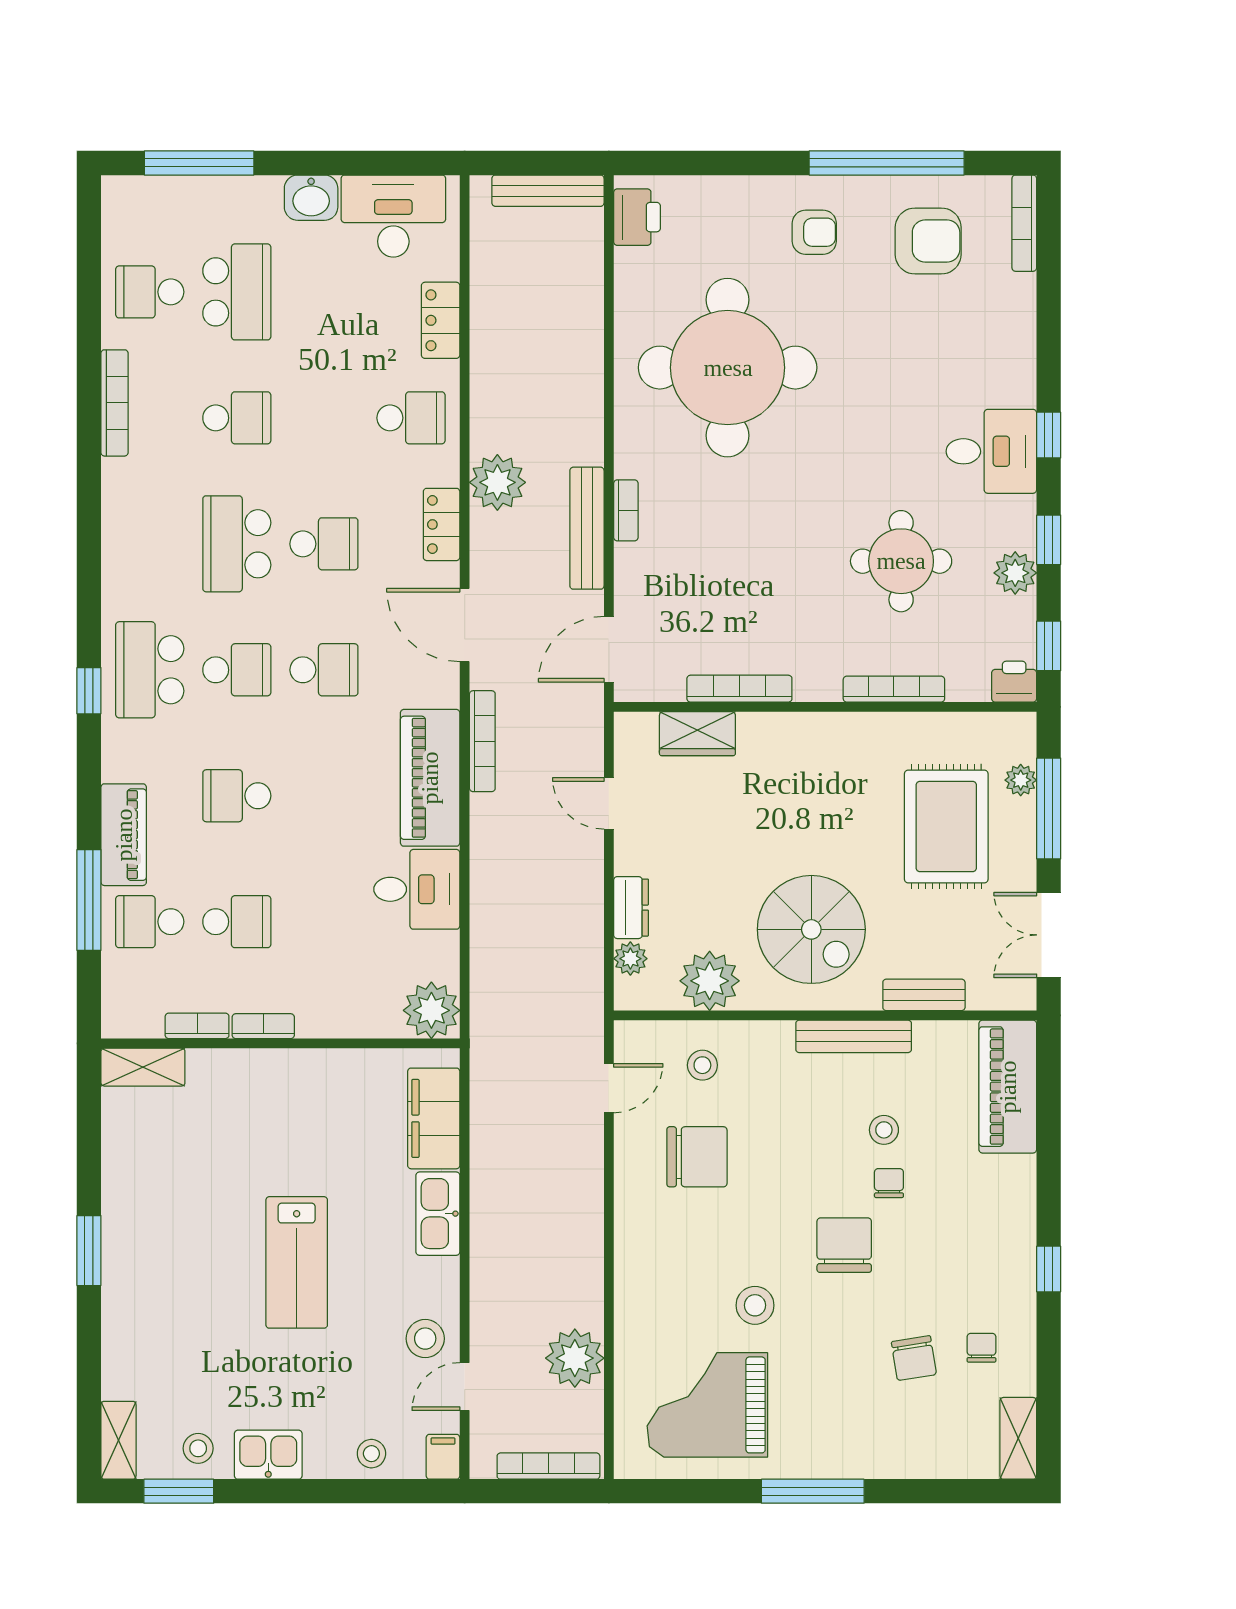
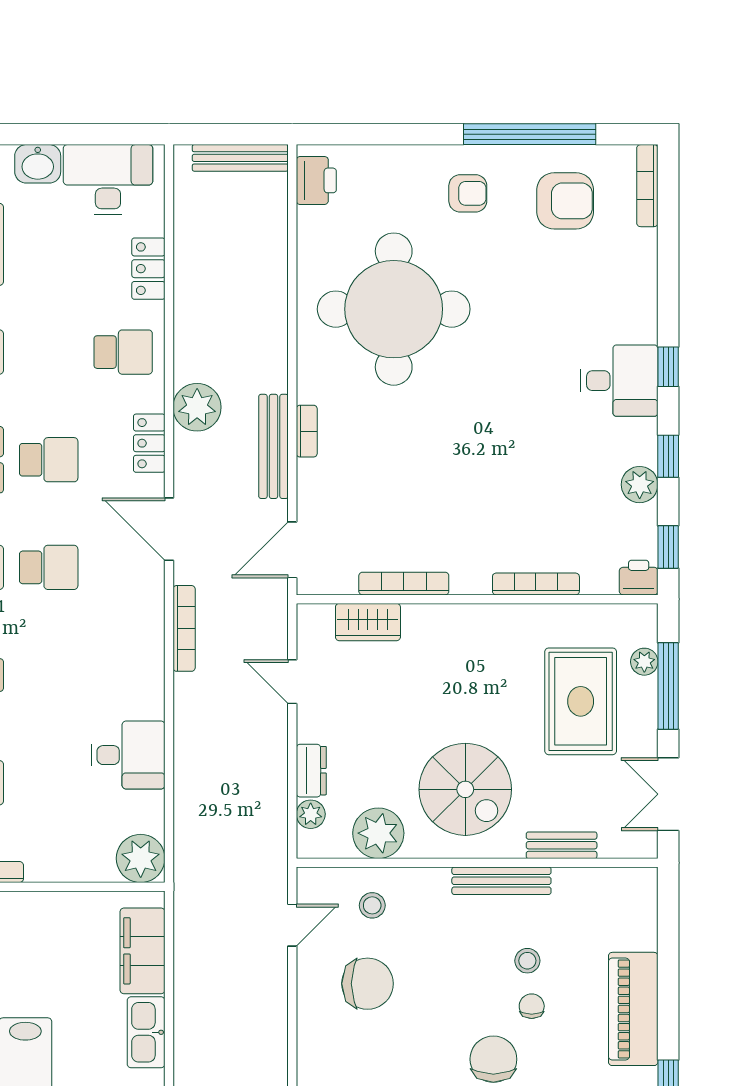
round table: (901, 561) -> (542, 475), removed
piano: (430, 778) -> (139, 660), removed
piano: (1008, 1087) -> (633, 1009), moved

